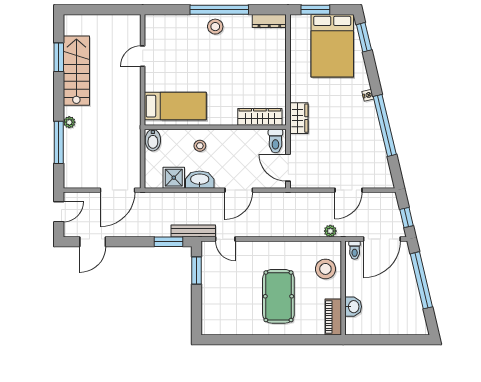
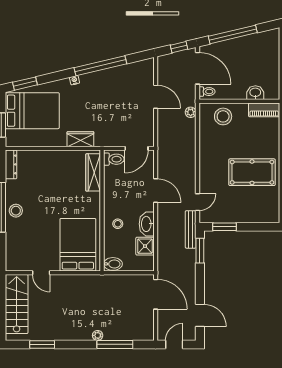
stairs: (76, 71) -> (17, 304), moved, turned 90
bed: (175, 106) -> (78, 245), width x1.50
wardrobe: (299, 118) -> (80, 139), moved
door: (59, 212) -> (174, 344), hinge flipped
pool table: (278, 296) -> (252, 172), moved

